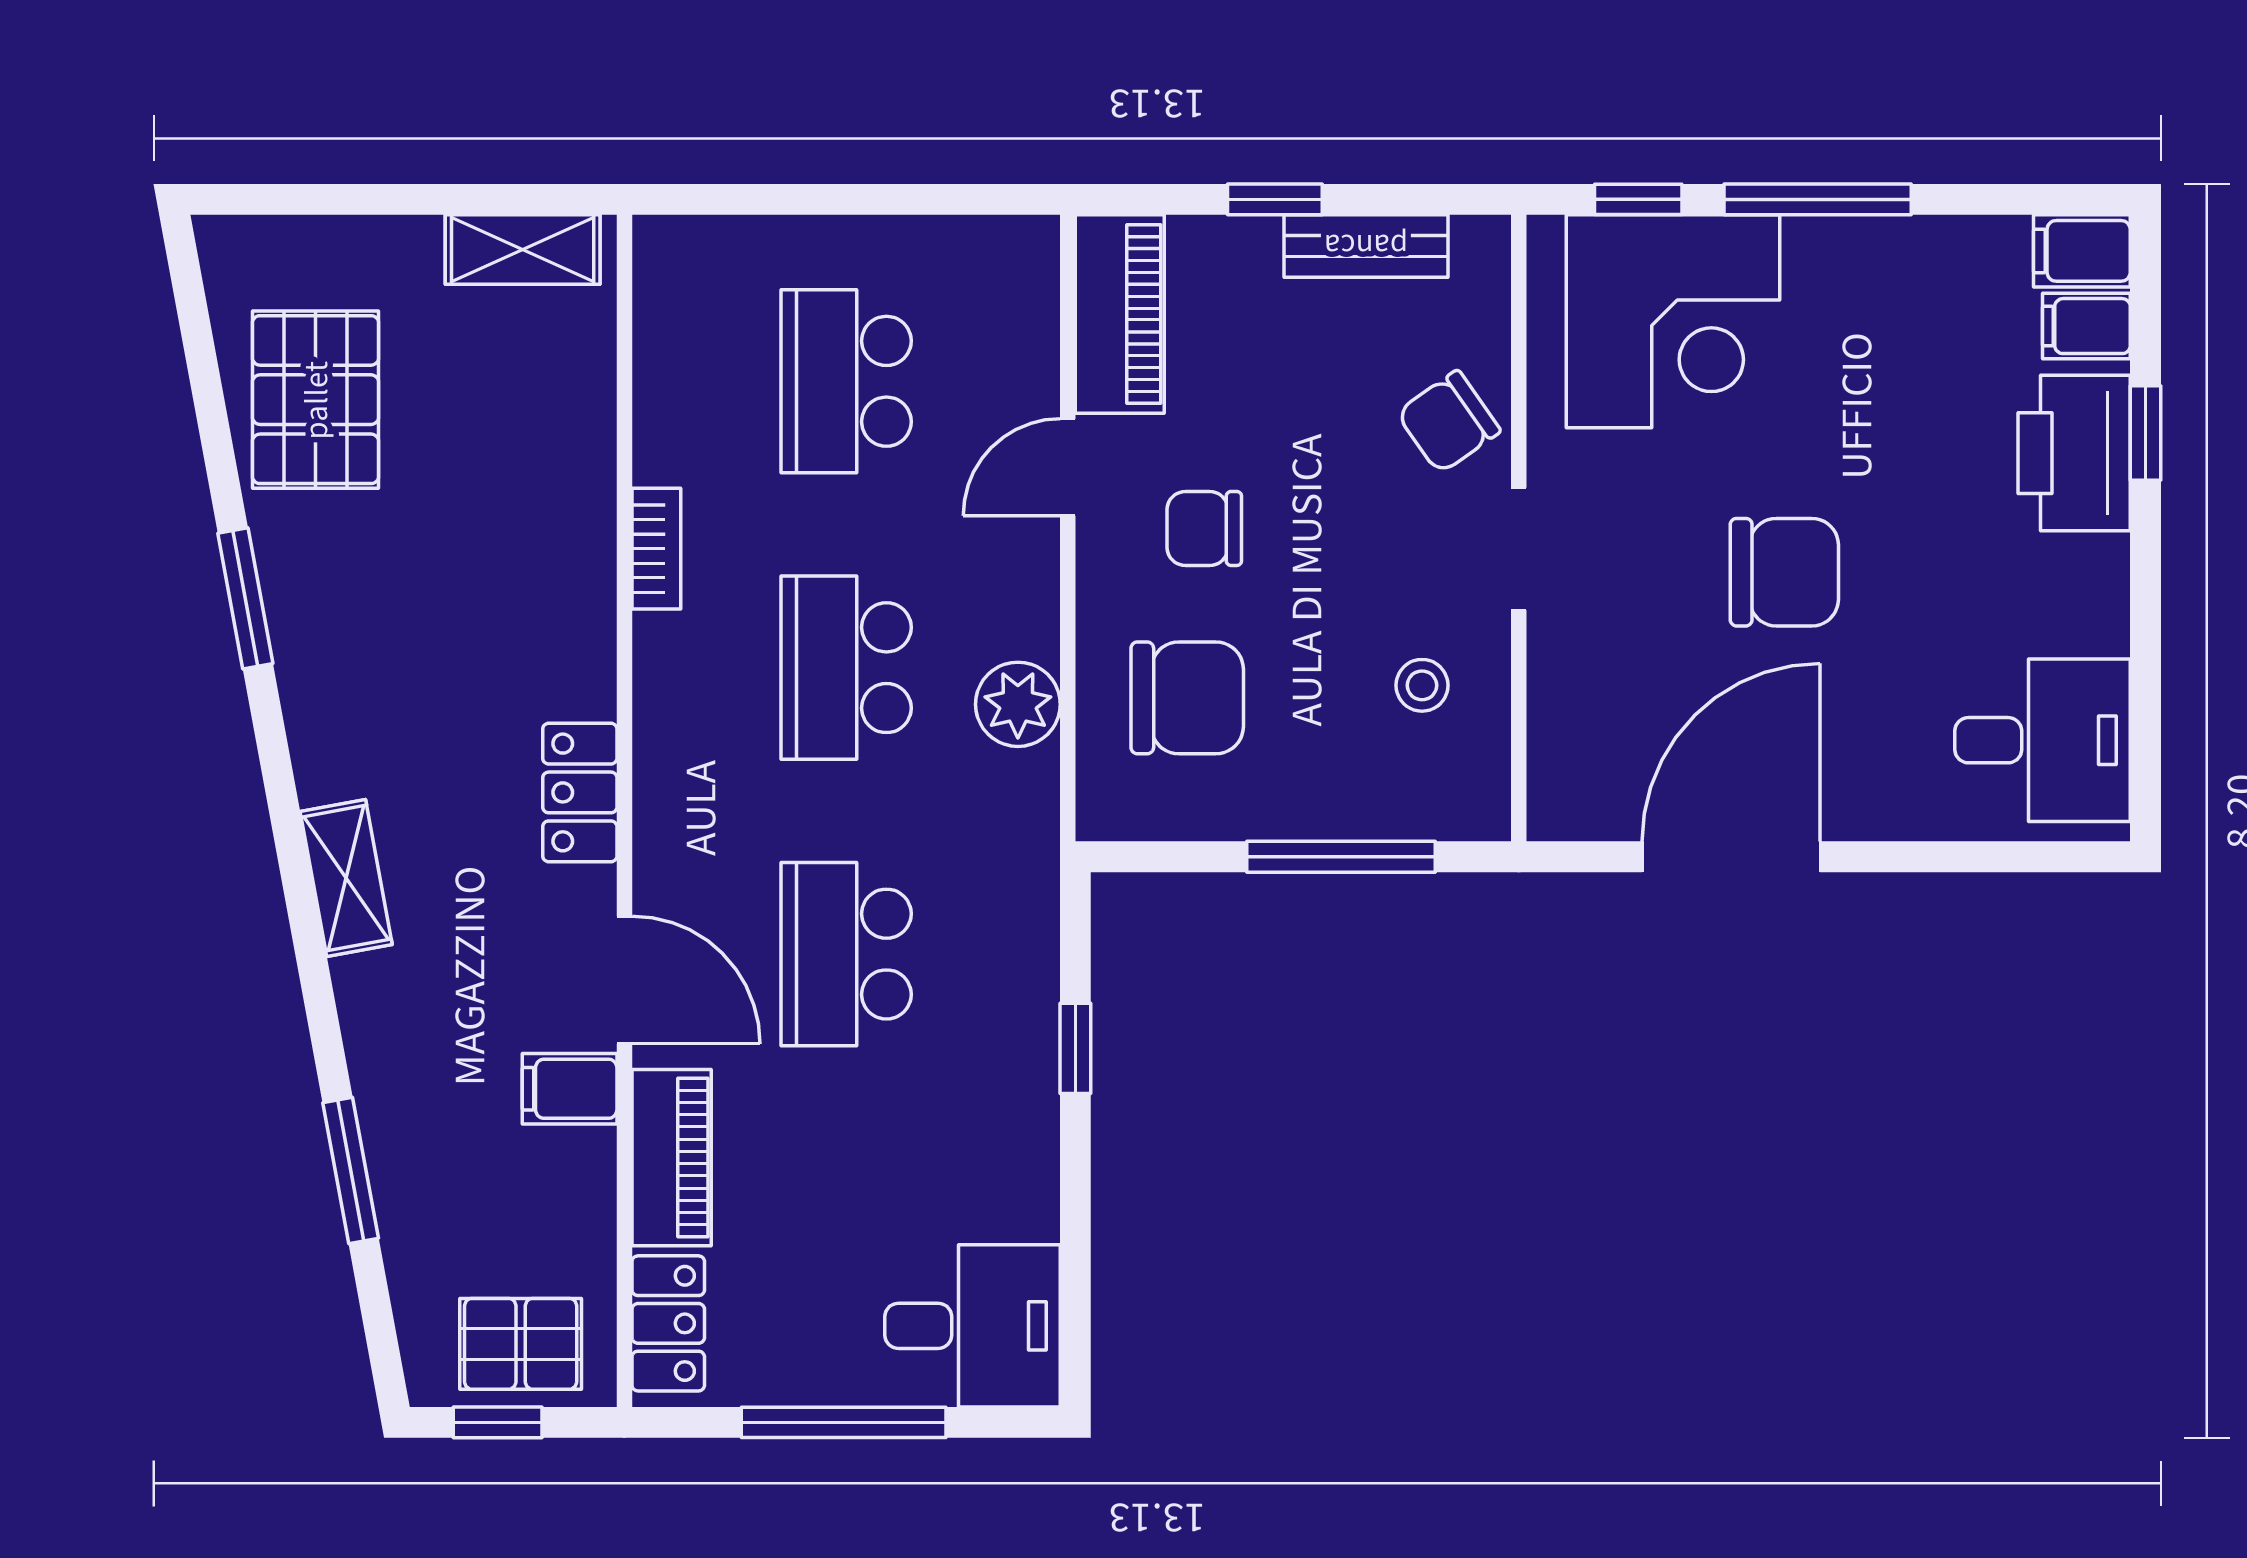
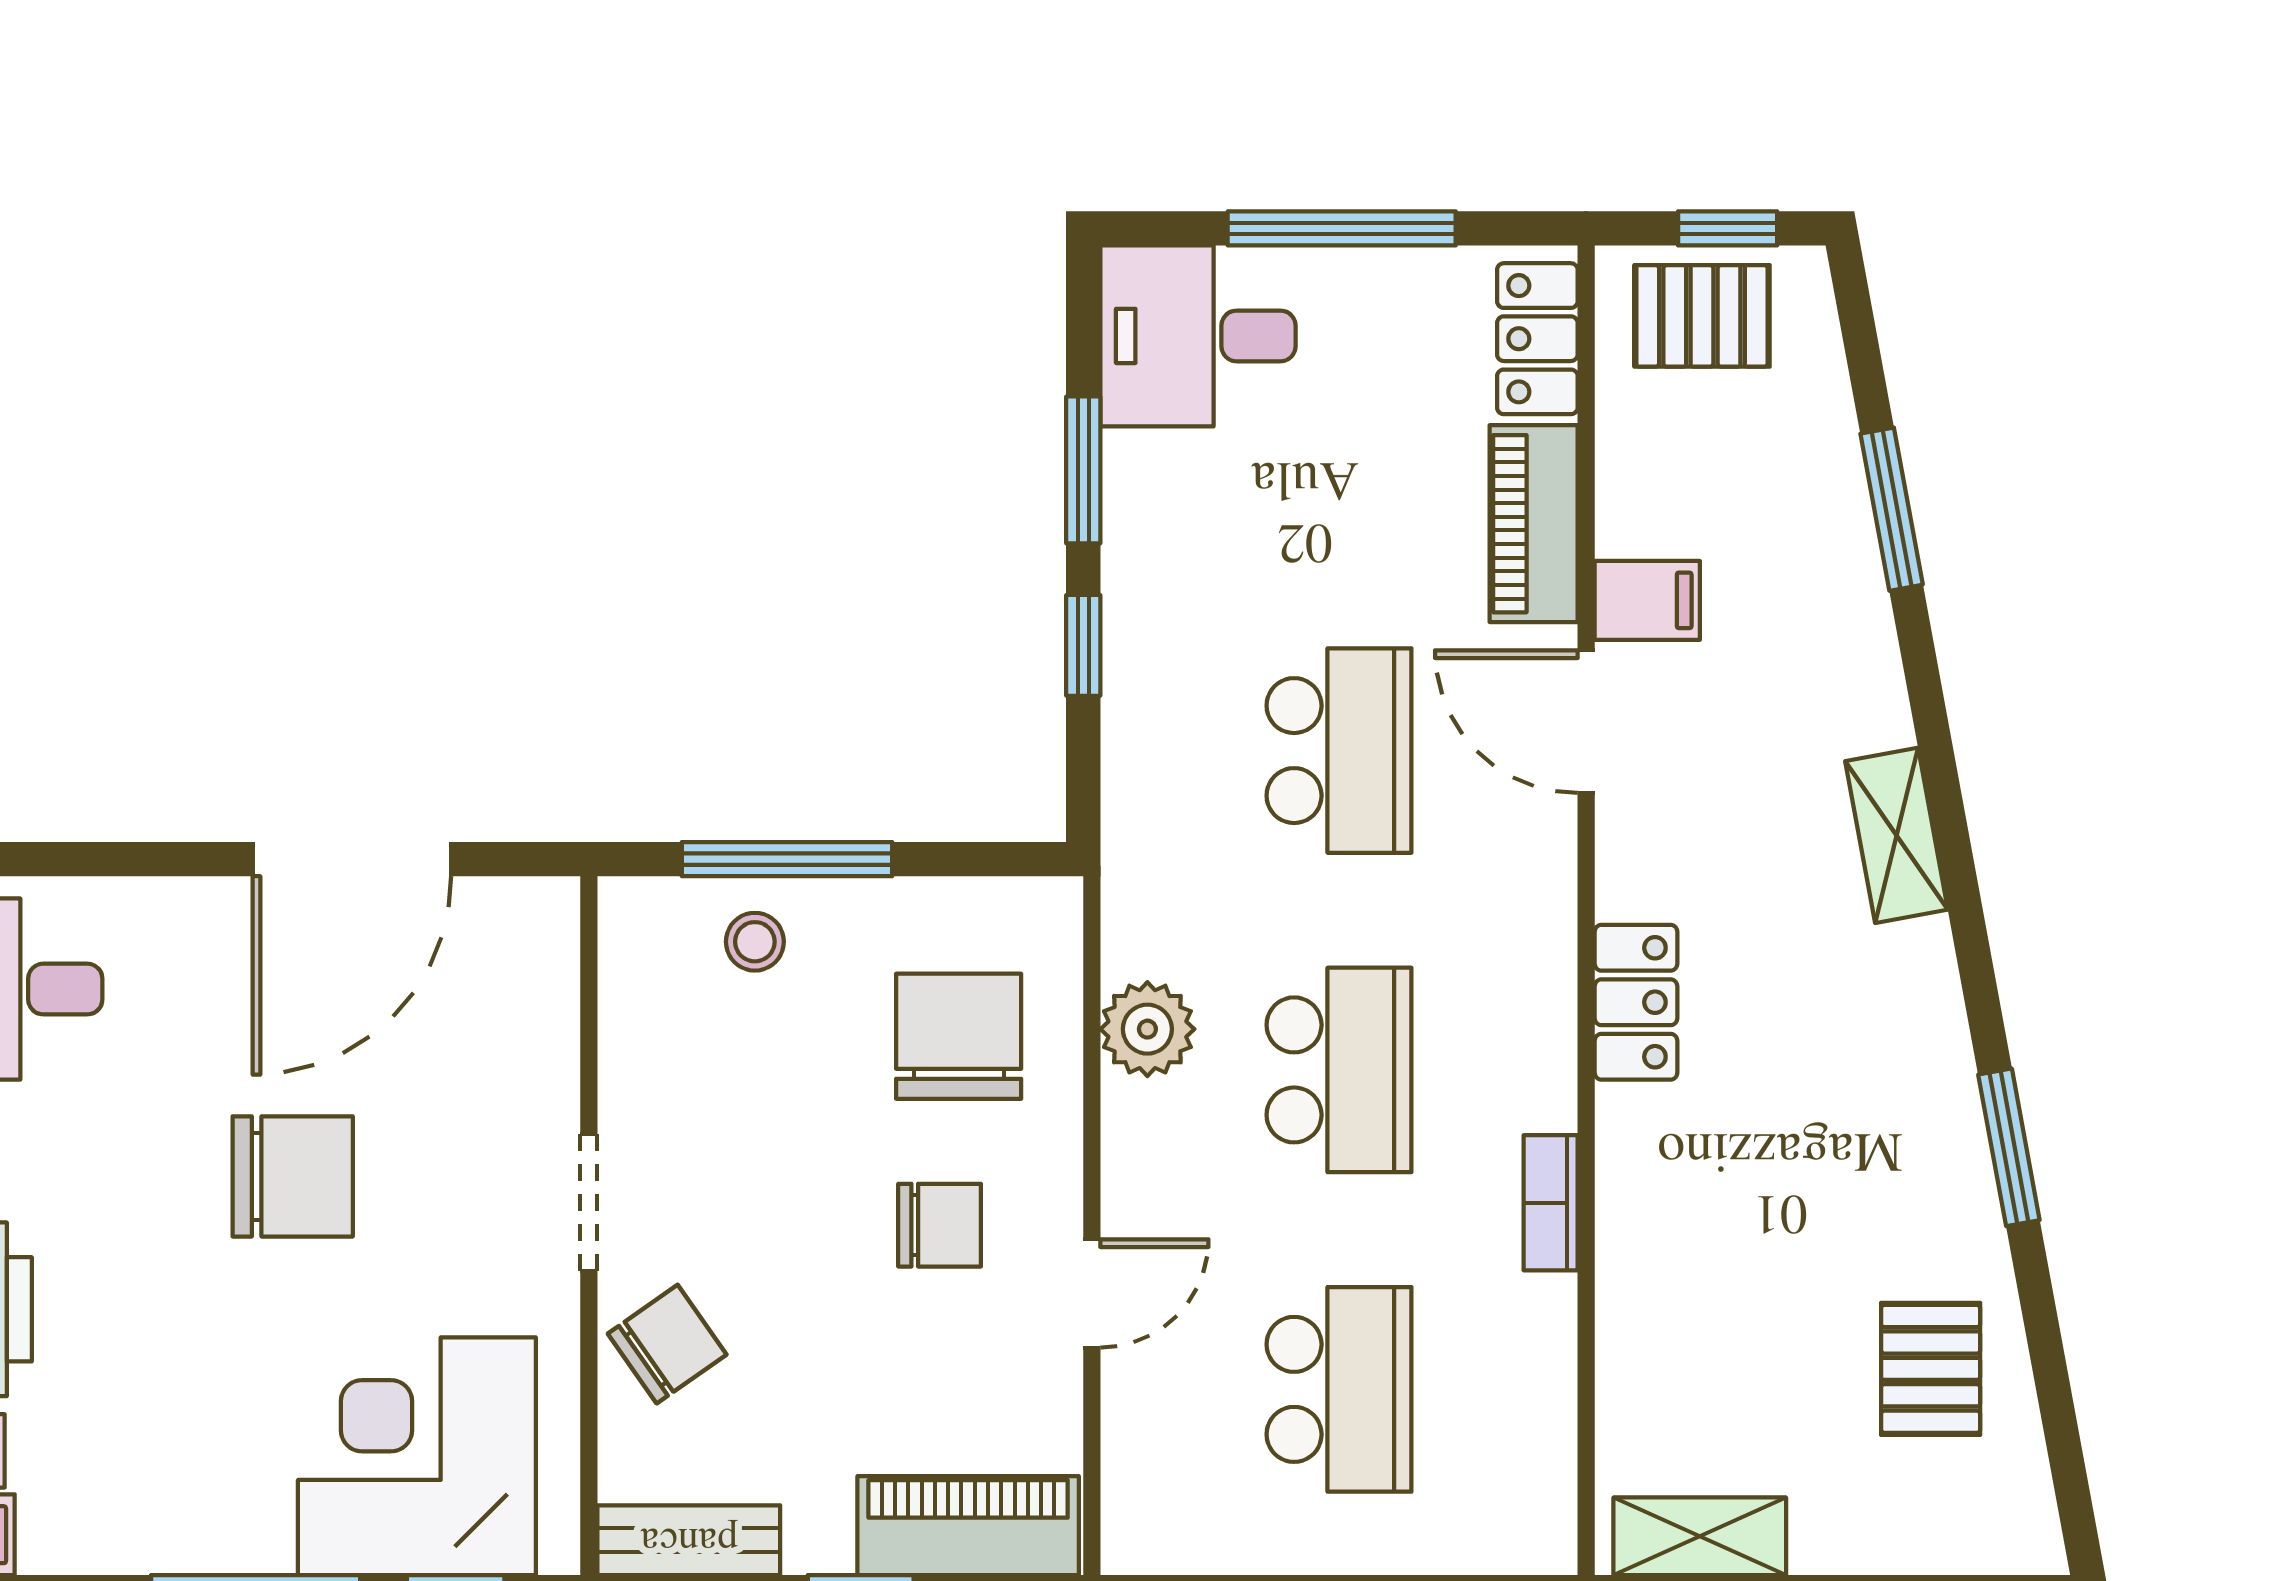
bench: (1366, 246) -> (689, 1540), moved
piano: (1120, 314) -> (968, 1526), moved, turned 90
pallet: (316, 400) -> (1931, 1369), width x0.67, depth x0.71
chair: (1784, 572) -> (293, 1176), turned 180
stool: (1422, 685) -> (755, 942), moved
chair: (1187, 698) -> (959, 1036), turned 90
locker: (580, 792) -> (1636, 1002), moved
window: (1075, 1206) -> (1083, 470), added

